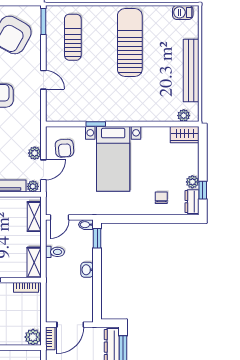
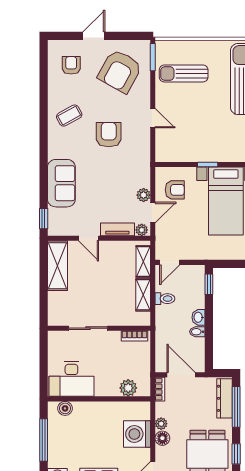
sun lounger: (73, 37) -> (184, 73), turned -90
armchair: (64, 148) -> (175, 190), turned -86
bidet: (86, 225) -> (197, 332), moved
shelving: (34, 262) -> (143, 295), moved
door: (70, 325) -> (181, 375), swing flipped
plant: (33, 337) -> (128, 388), moved

